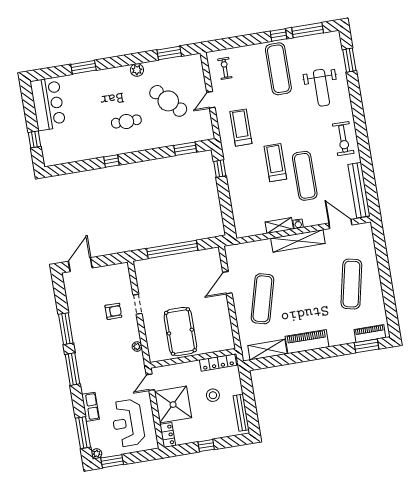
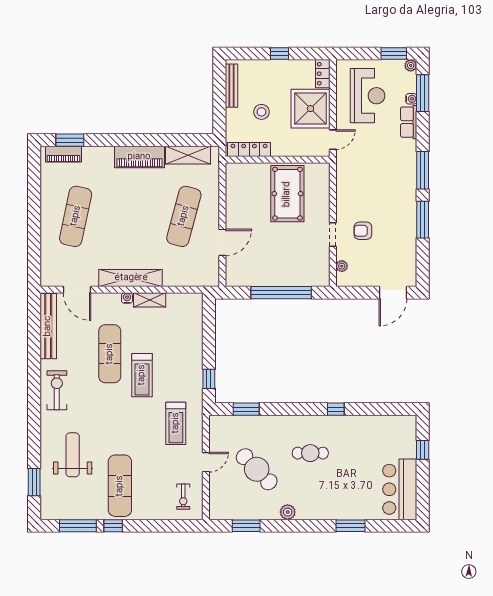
plant: (137, 347) -> (342, 266), moved
water cooler: (92, 426) -> (411, 99), added

